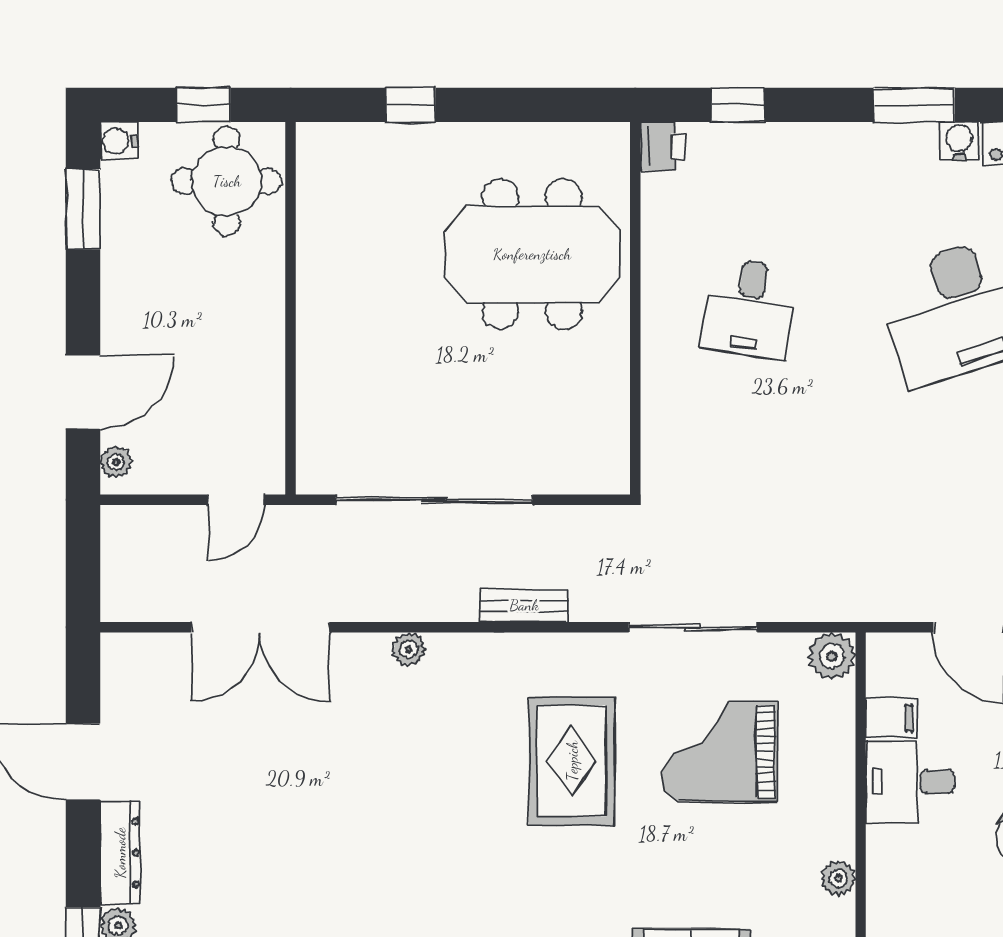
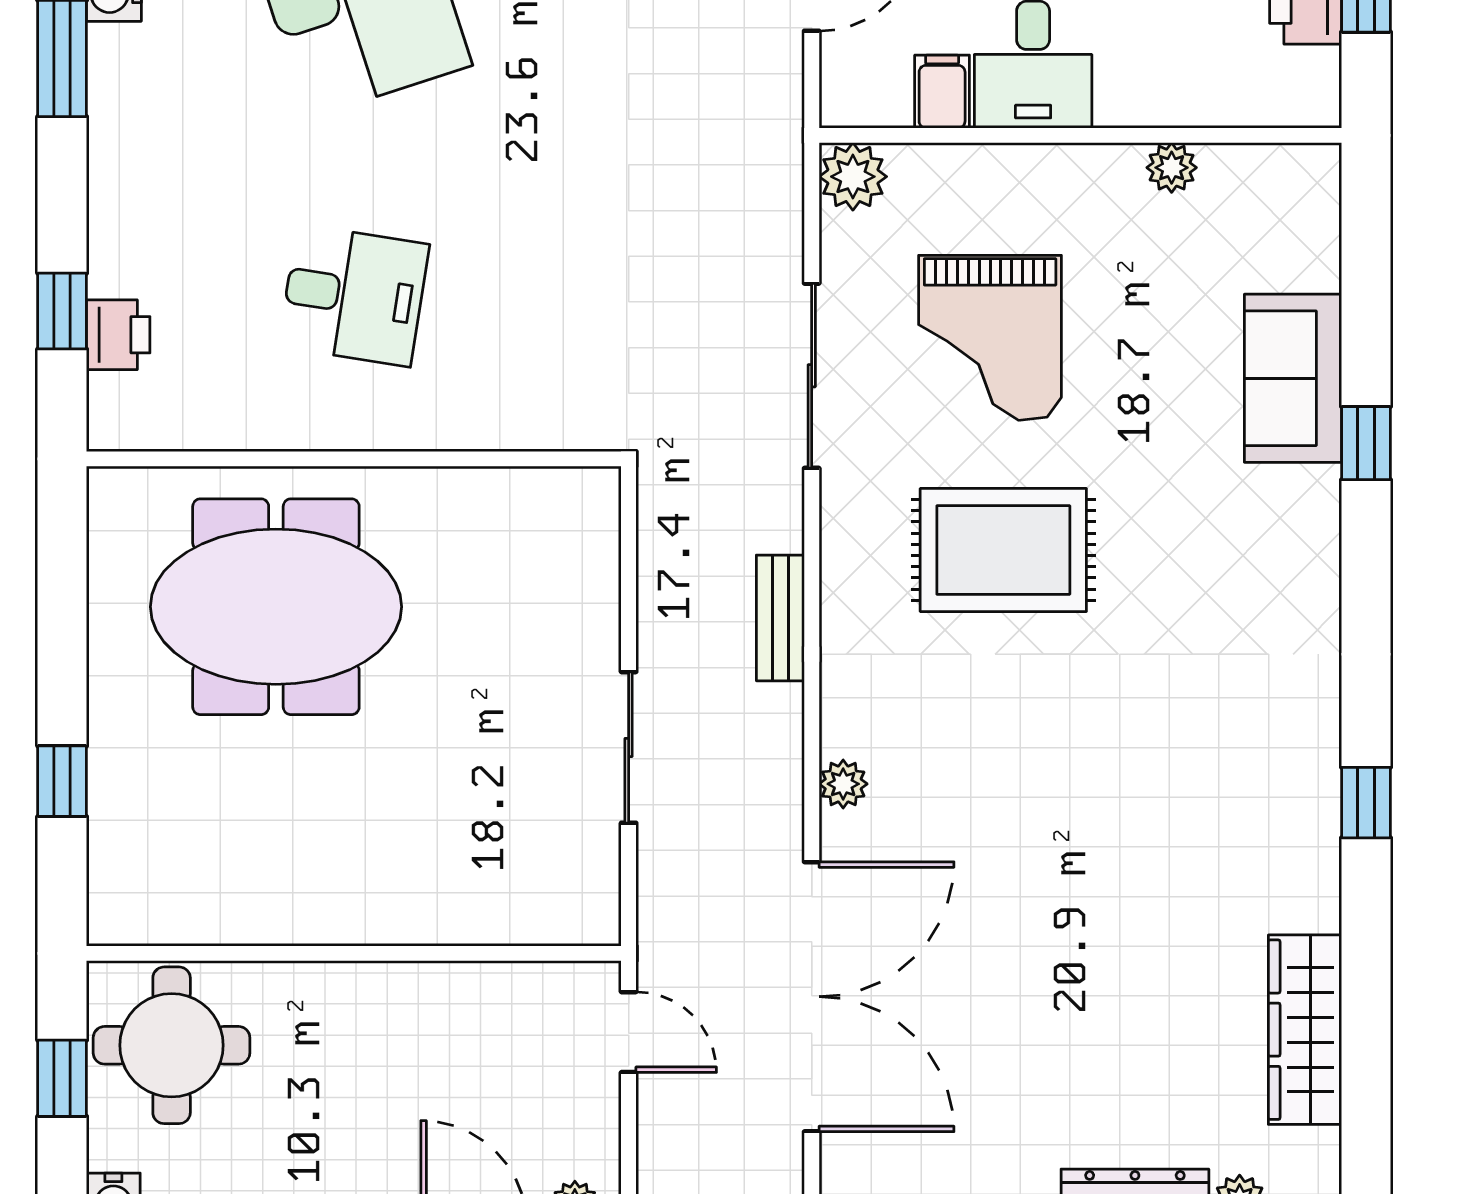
printer: (662, 146) -> (118, 335), moved, turned 90
meeting table: (532, 254) -> (276, 607), turned 90
sliding door: (434, 500) -> (629, 747), width x0.54
double door: (260, 627) -> (812, 997), width x1.36

